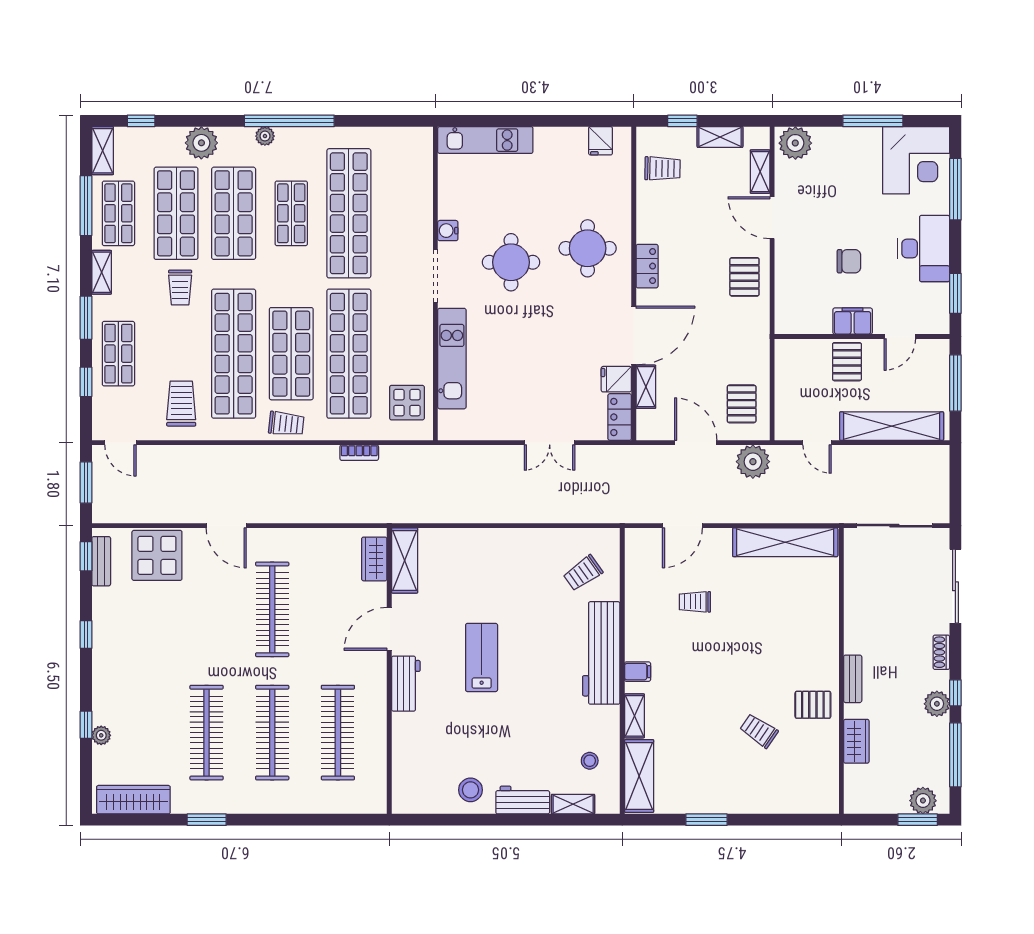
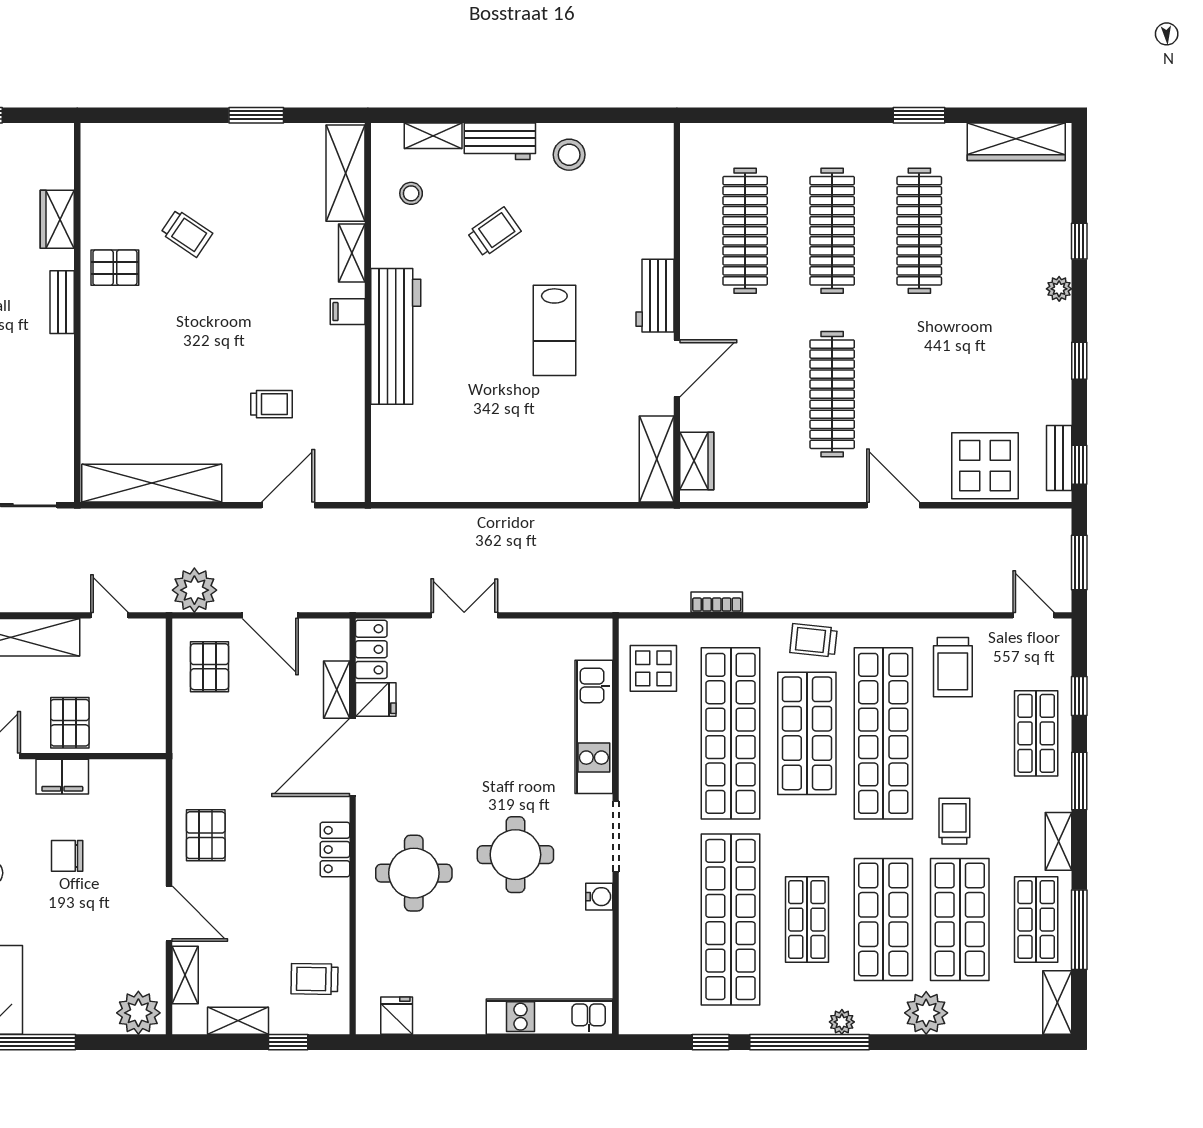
window: (141, 121) -> (711, 1042), moved
trolley: (583, 573) -> (494, 232), moved
plant: (101, 735) -> (1059, 289), moved

